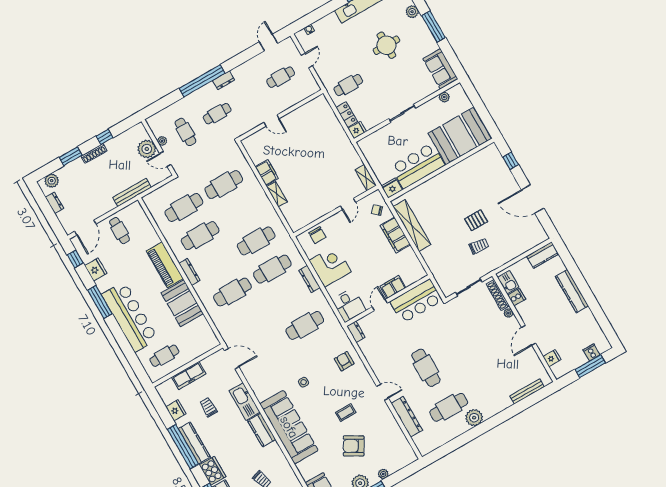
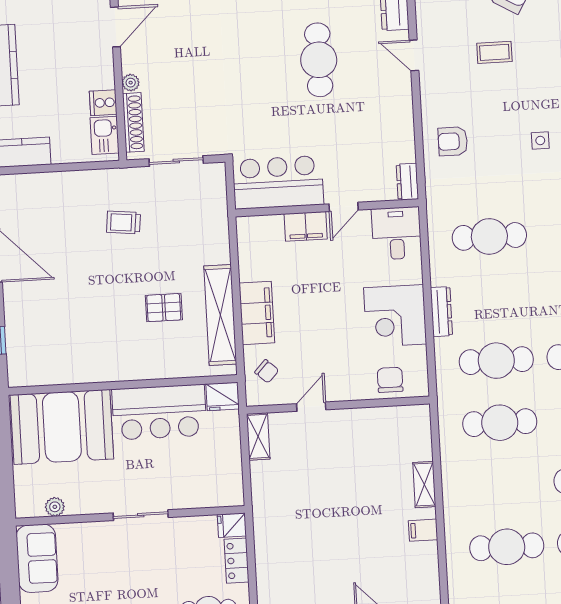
filing cabinet: (267, 173) -> (423, 530), width x0.50
pallet: (476, 220) -> (164, 308), moved
armchair: (344, 361) -> (453, 141), turned 90

